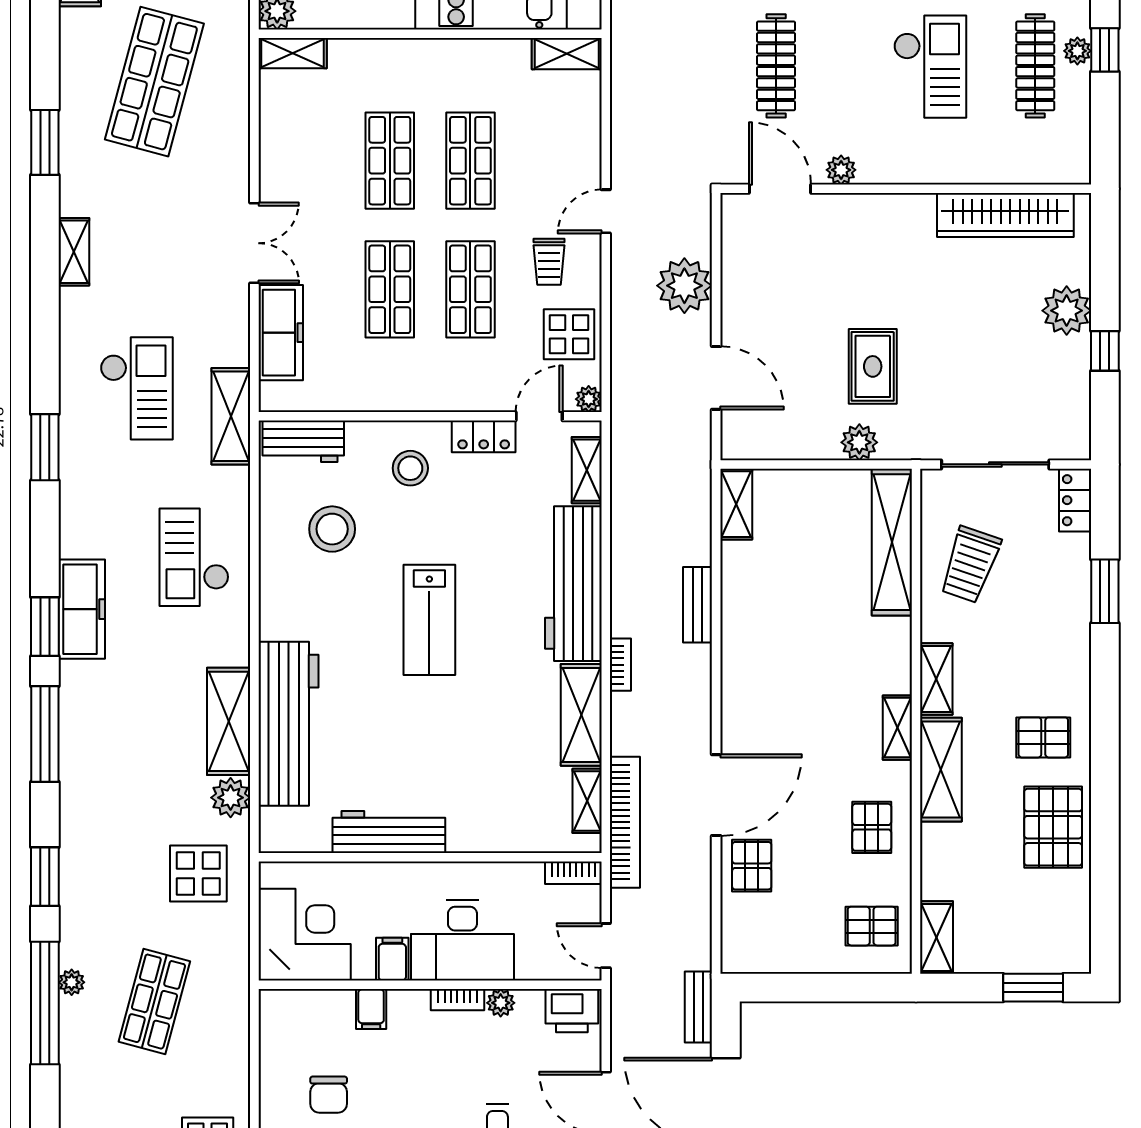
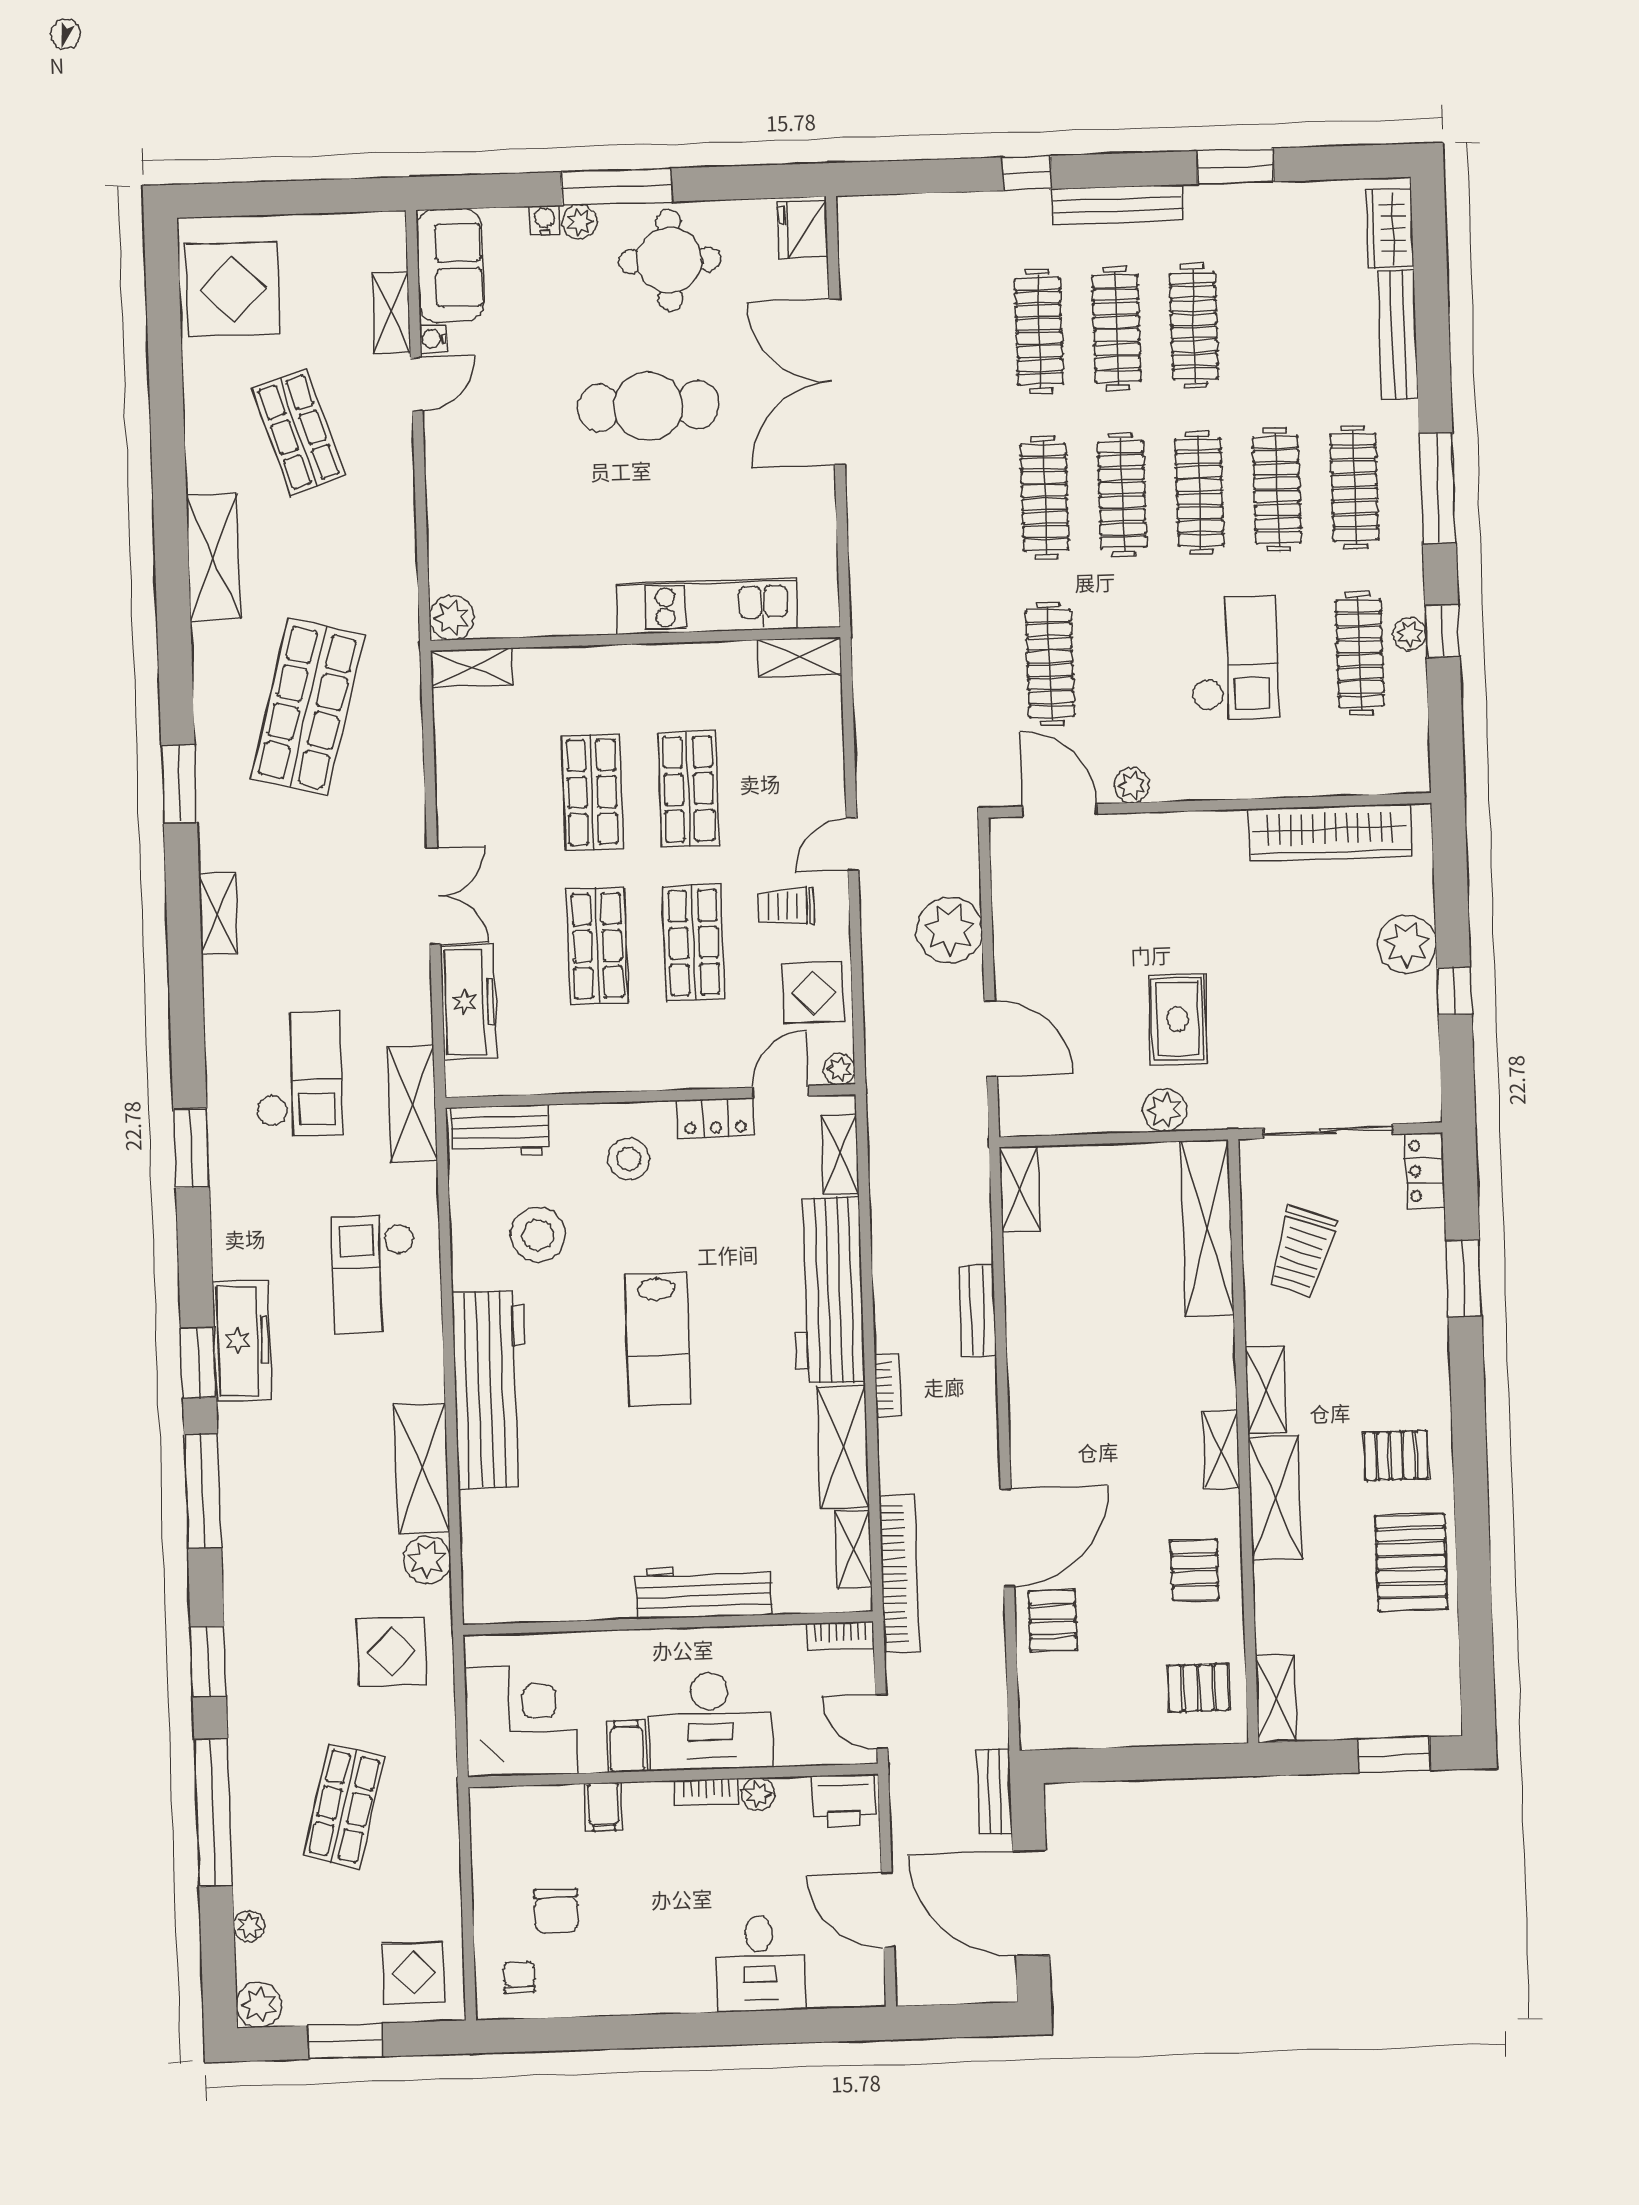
trolley: (549, 262) -> (786, 907), turned 90
workbench: (288, 724) -> (491, 1390), moved
workbench: (389, 832) -> (704, 1592), moved
plant: (72, 982) -> (249, 1926), moved

